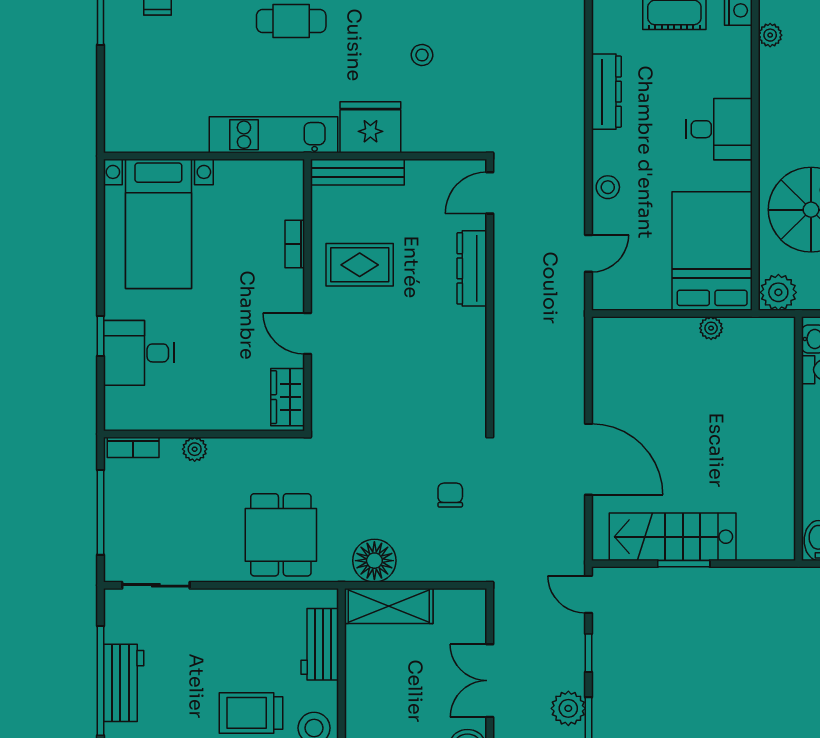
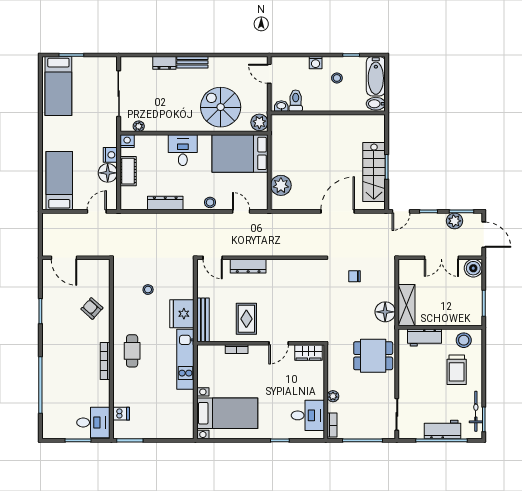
plant: (711, 328) -> (281, 185), moved, width x1.88, depth x1.88
desk: (139, 353) -> (308, 415), moved, turned -90

